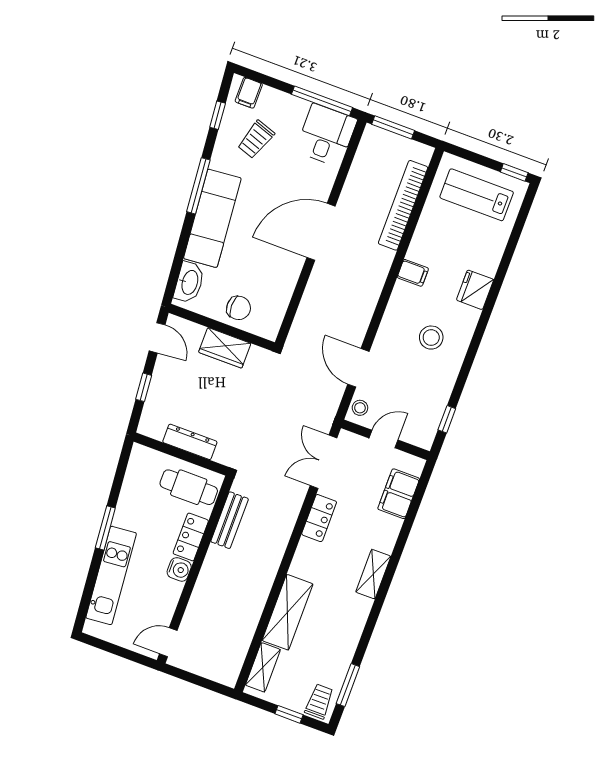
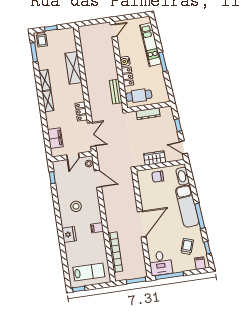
shelving: (263, 667) -> (45, 80), moved

